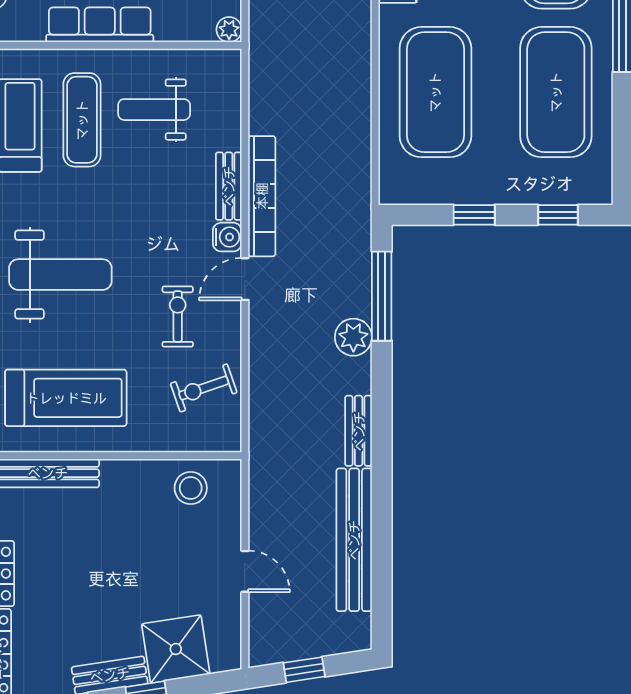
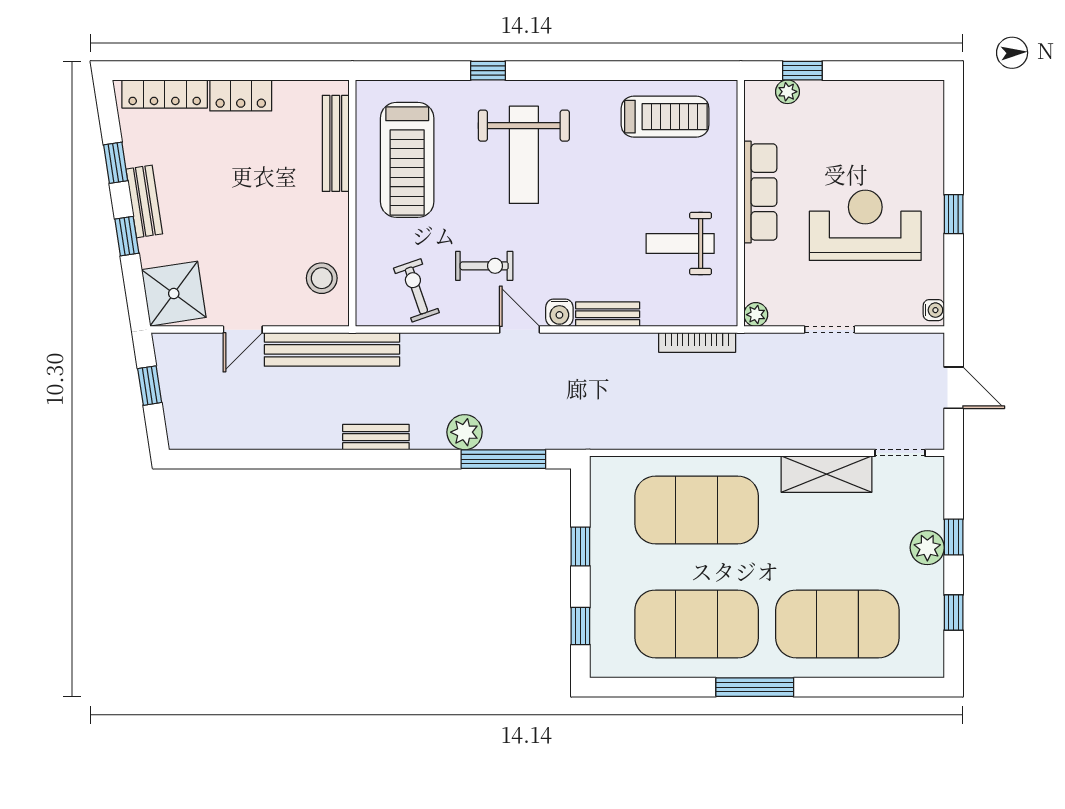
weight bench: (154, 110) -> (680, 244), turned -90
exercise mat: (82, 120) -> (670, 175), removed
bookcase: (262, 196) -> (697, 342), moved, width x0.68, depth x0.76
bench: (354, 540) -> (332, 349), moved
shower: (176, 649) -> (174, 294), moved

